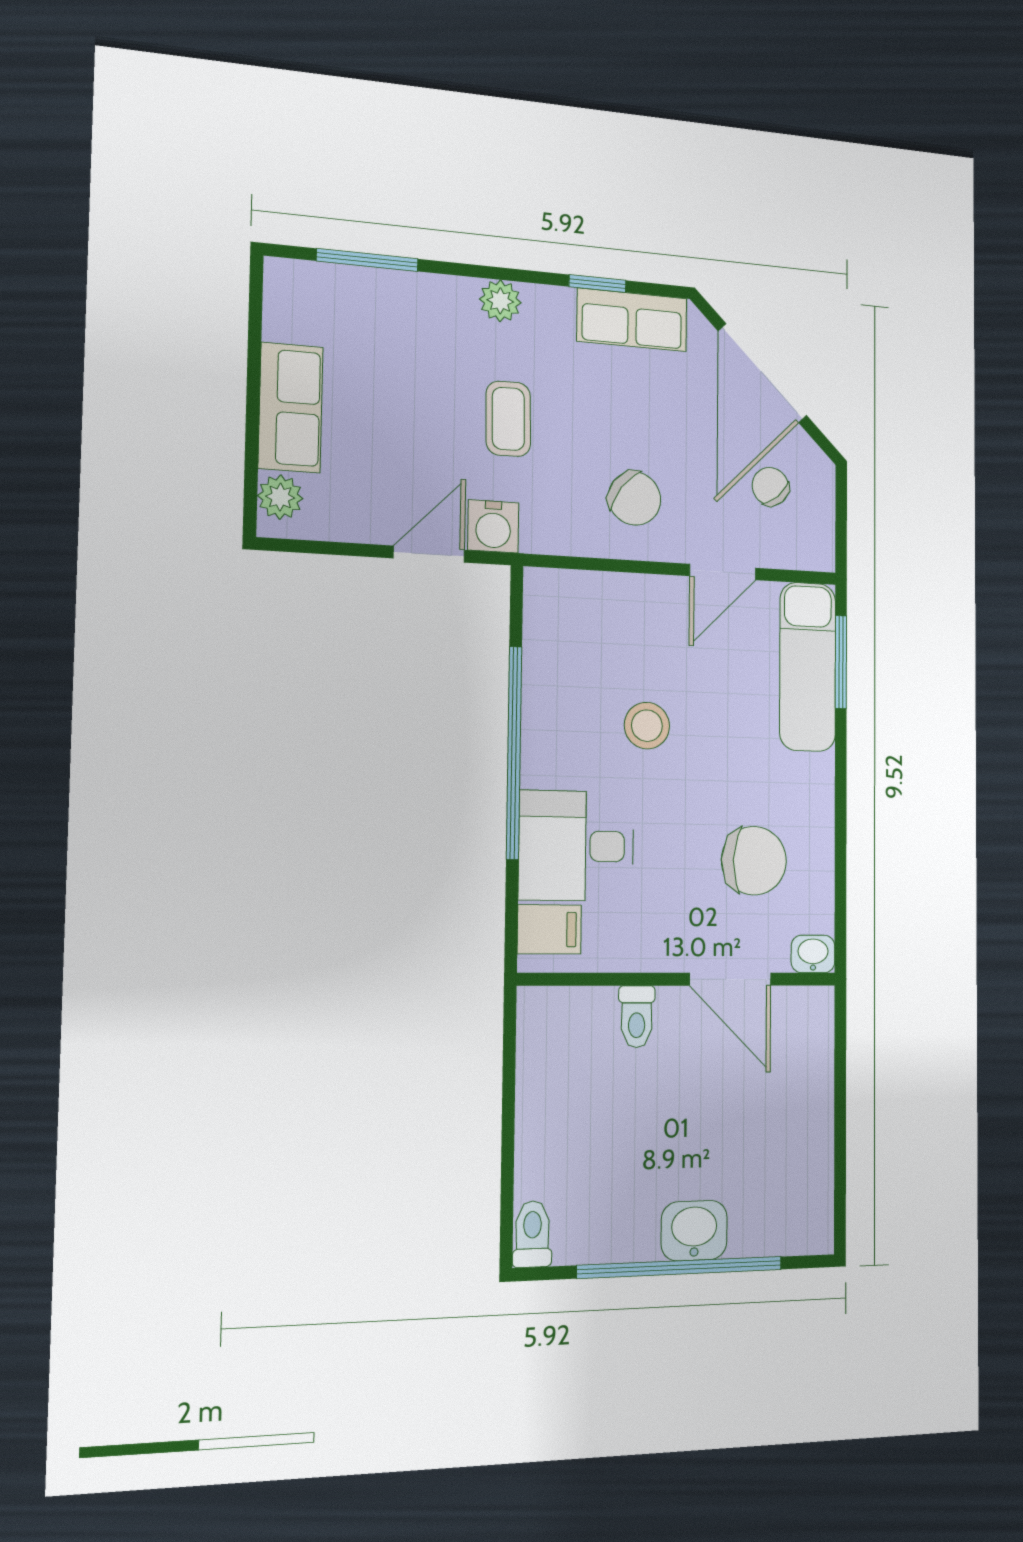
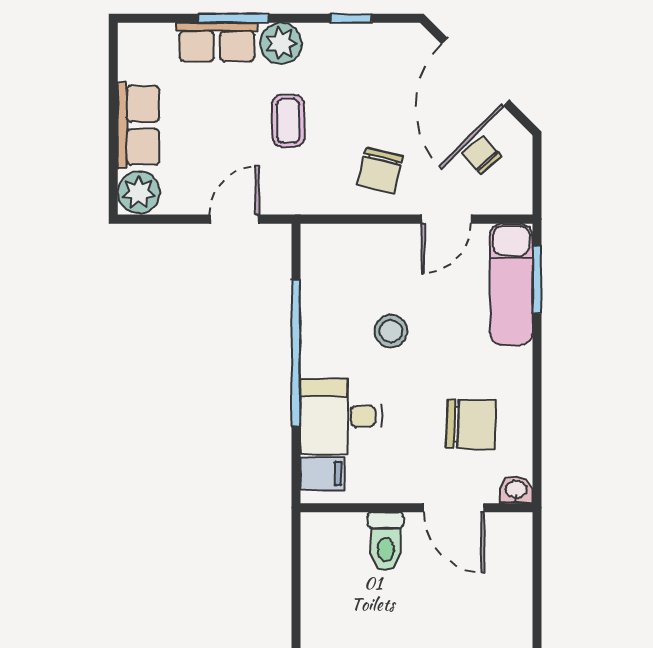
window: (367, 260) -> (233, 18), moved
plant: (500, 301) -> (281, 43), width x1.38, depth x1.38
row of seats: (632, 320) -> (217, 42), moved
plant: (280, 497) -> (139, 192), width x1.38, depth x1.38
chair: (635, 498) -> (380, 170), turned 67
water cooler: (493, 526) -> (279, 197), removed
toilet: (637, 1017) -> (386, 541), width x1.37, depth x1.39

